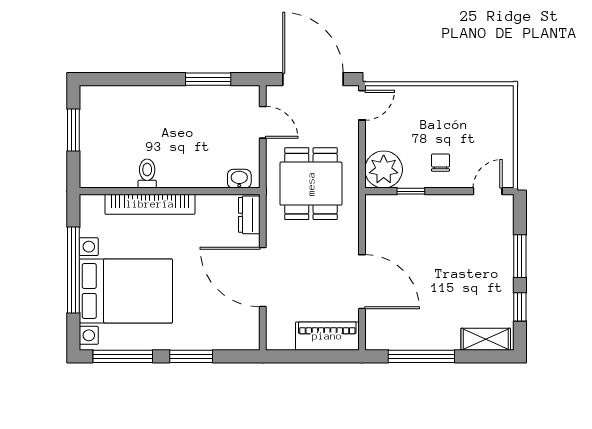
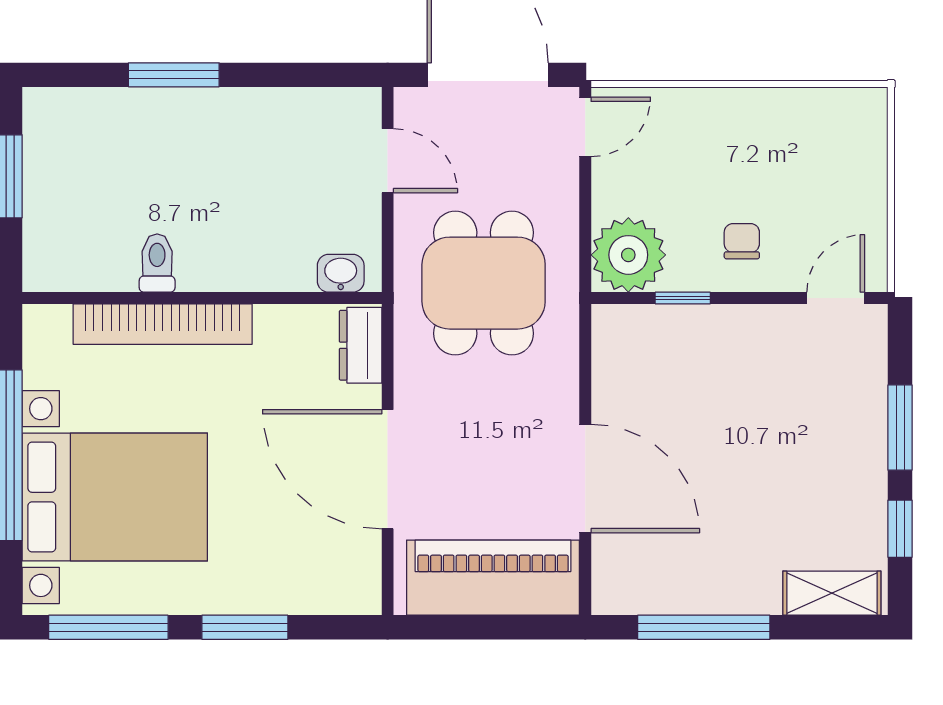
window: (208, 79) -> (174, 75), moved
piano: (327, 336) -> (493, 578), width x1.37, depth x1.33

